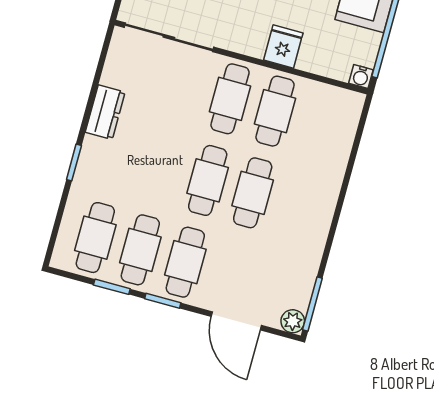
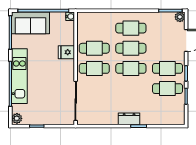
dresser: (105, 112) -> (129, 119), moved
cafe table: (95, 238) -> (131, 28), moved

